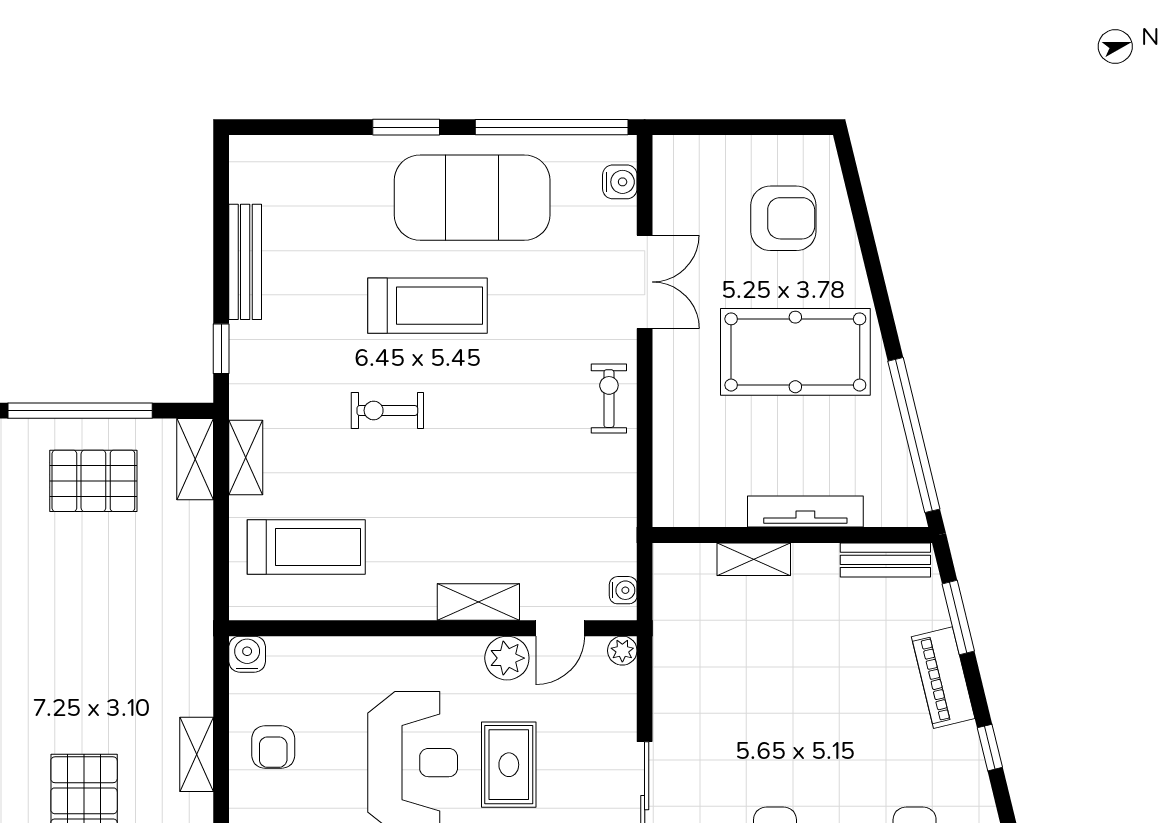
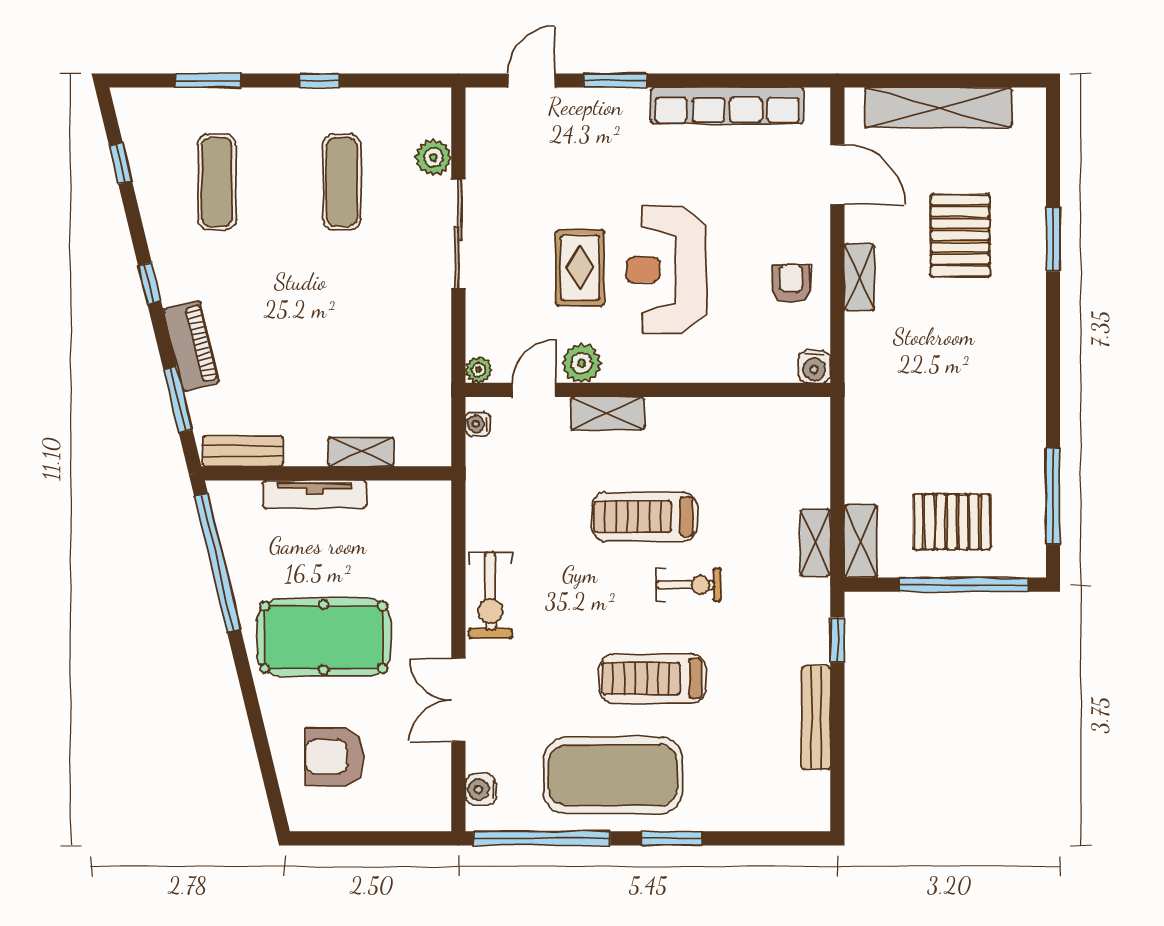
exercise bike: (609, 399) -> (490, 595), width x1.38, depth x1.39
treadmill: (306, 547) -> (644, 517), moved

